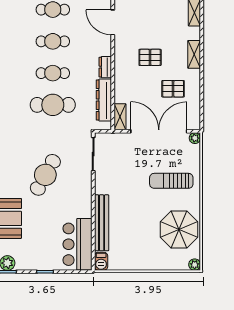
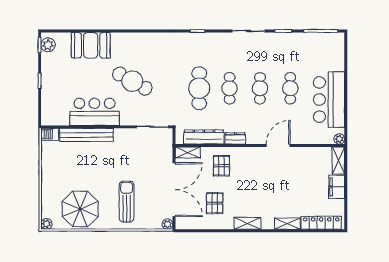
pallet: (150, 57) -> (221, 166), moved
bar counter: (77, 244) -> (95, 112), moved

